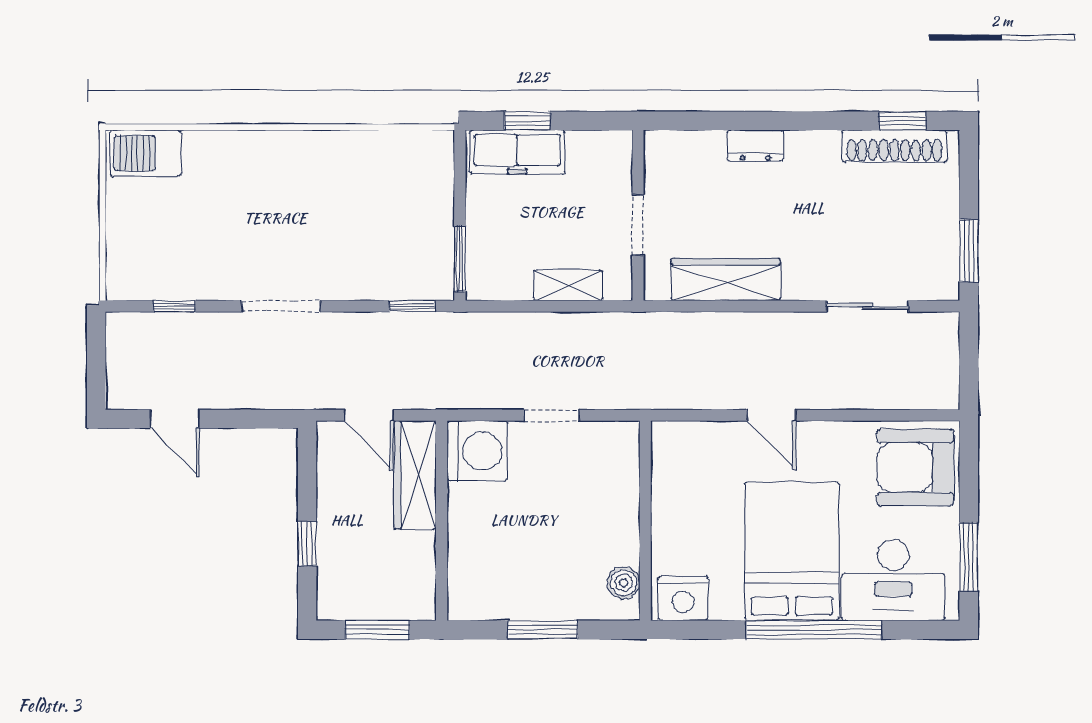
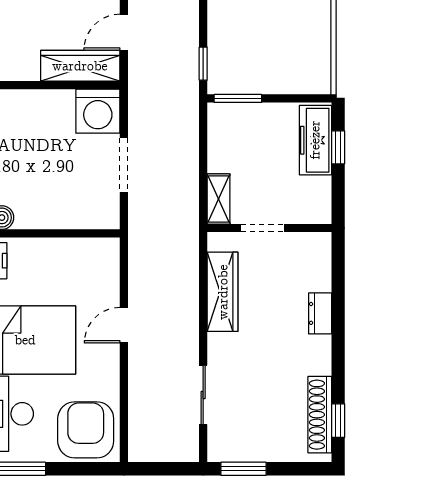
shelving: (568, 285) -> (218, 199), moved
doorway: (551, 415) -> (124, 165), width x1.38

